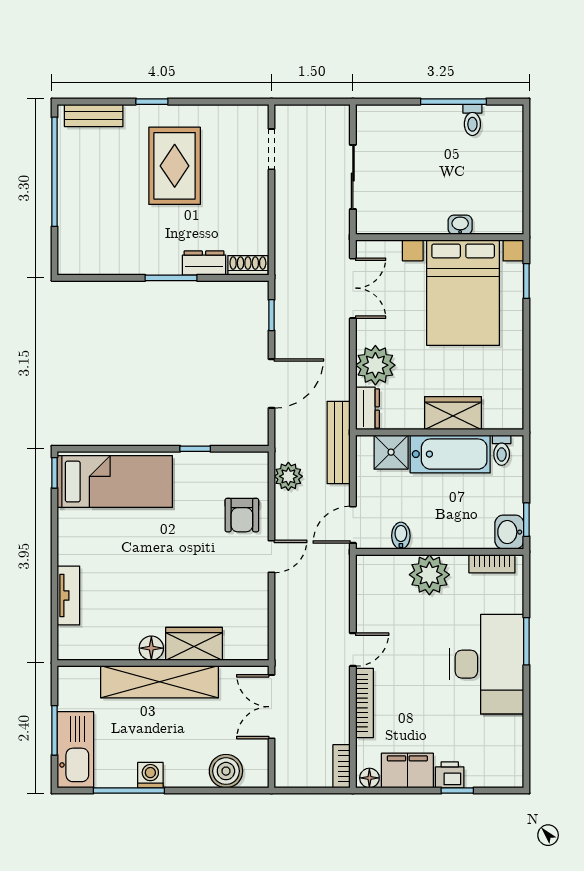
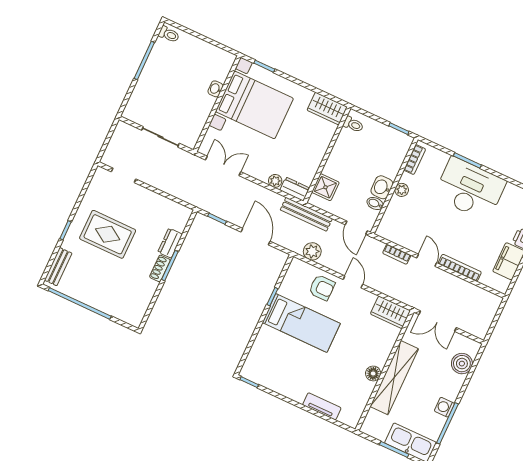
toilet: (472, 120) -> (169, 34), moved
shoe rack: (248, 265) -> (160, 268), moved
plant: (375, 365) -> (275, 181), width x0.53, depth x0.53
wardrobe: (453, 413) -> (327, 109), moved, turned -90
bathtub: (450, 454) -> (342, 154), removed
bed: (115, 482) -> (301, 323), moved, turned 90
washbasin: (509, 532) -> (382, 187), moved, turned 90
plant: (429, 575) -> (402, 190), width x0.53, depth x0.53
wardrobe: (194, 644) -> (390, 312), moved, turned -90
bookcase: (342, 766) -> (397, 254), moved
floor lamp: (369, 778) -> (503, 285), removed

